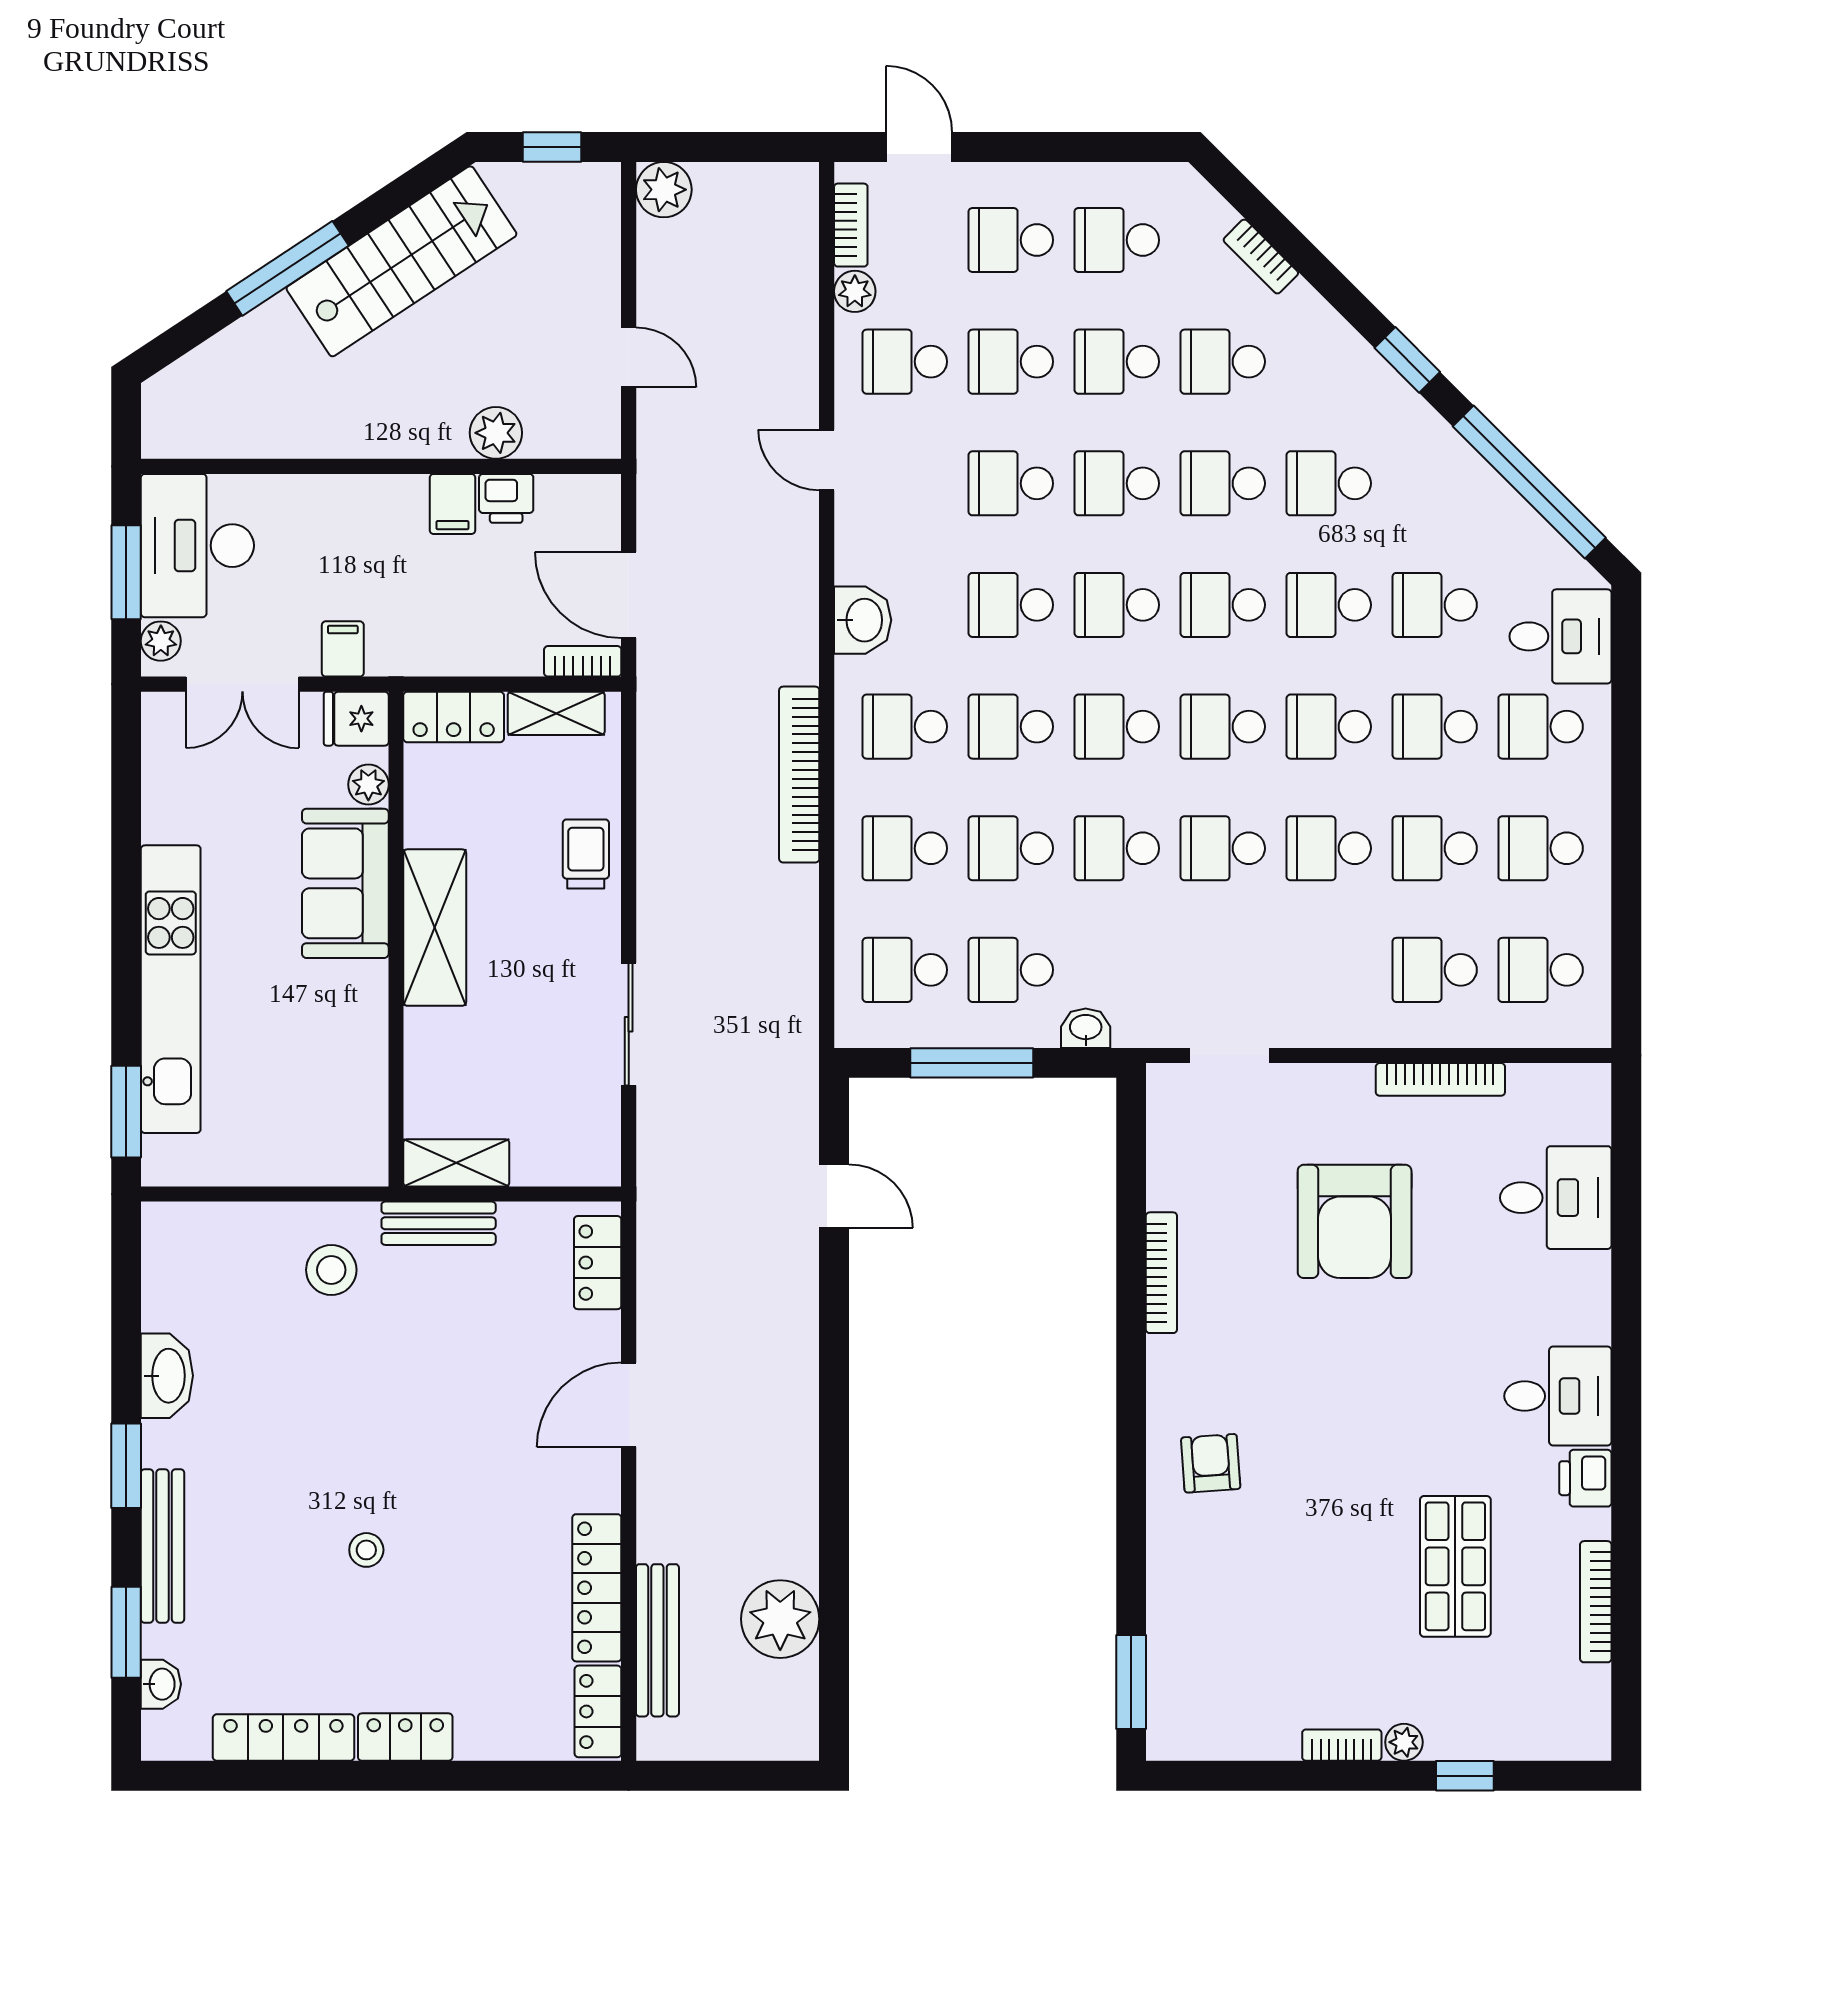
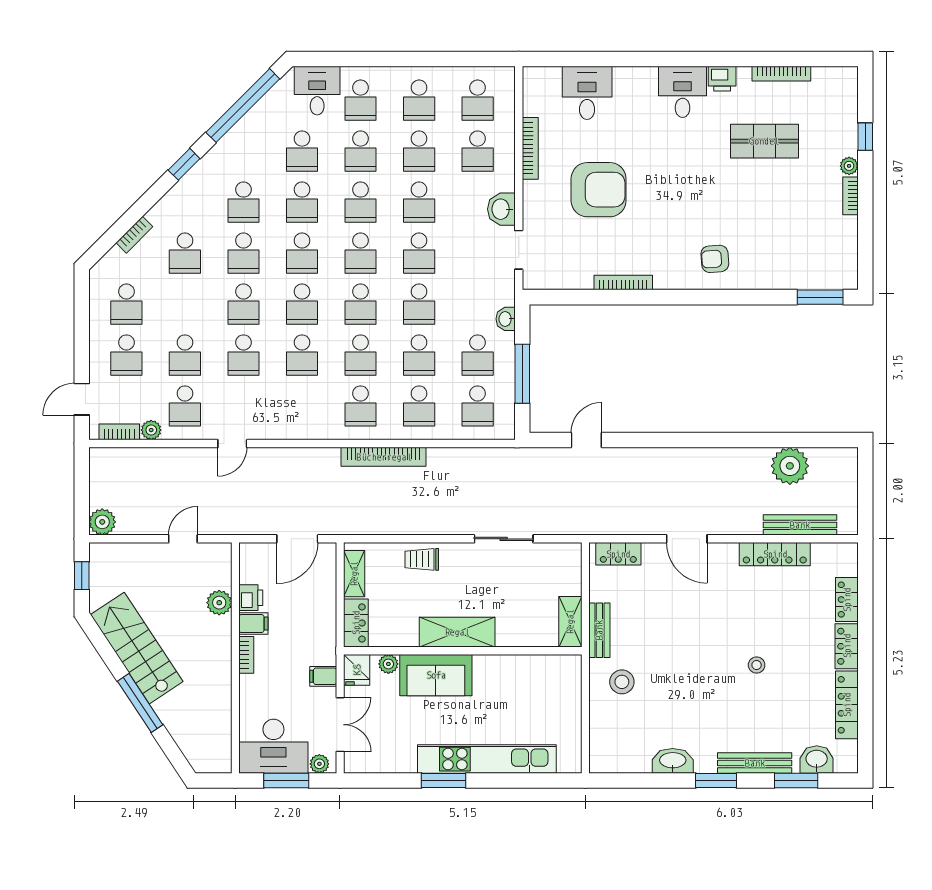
school desk: (1117, 362) -> (185, 304), removed
washbasin: (863, 620) -> (501, 209), moved, turned -90
bookcase: (583, 661) -> (246, 655), moved, turned 180
window: (126, 1112) -> (444, 781), moved
washbasin: (161, 1684) -> (817, 760), width x1.38, depth x1.45
locker: (598, 1711) -> (847, 600), moved, turned 90

